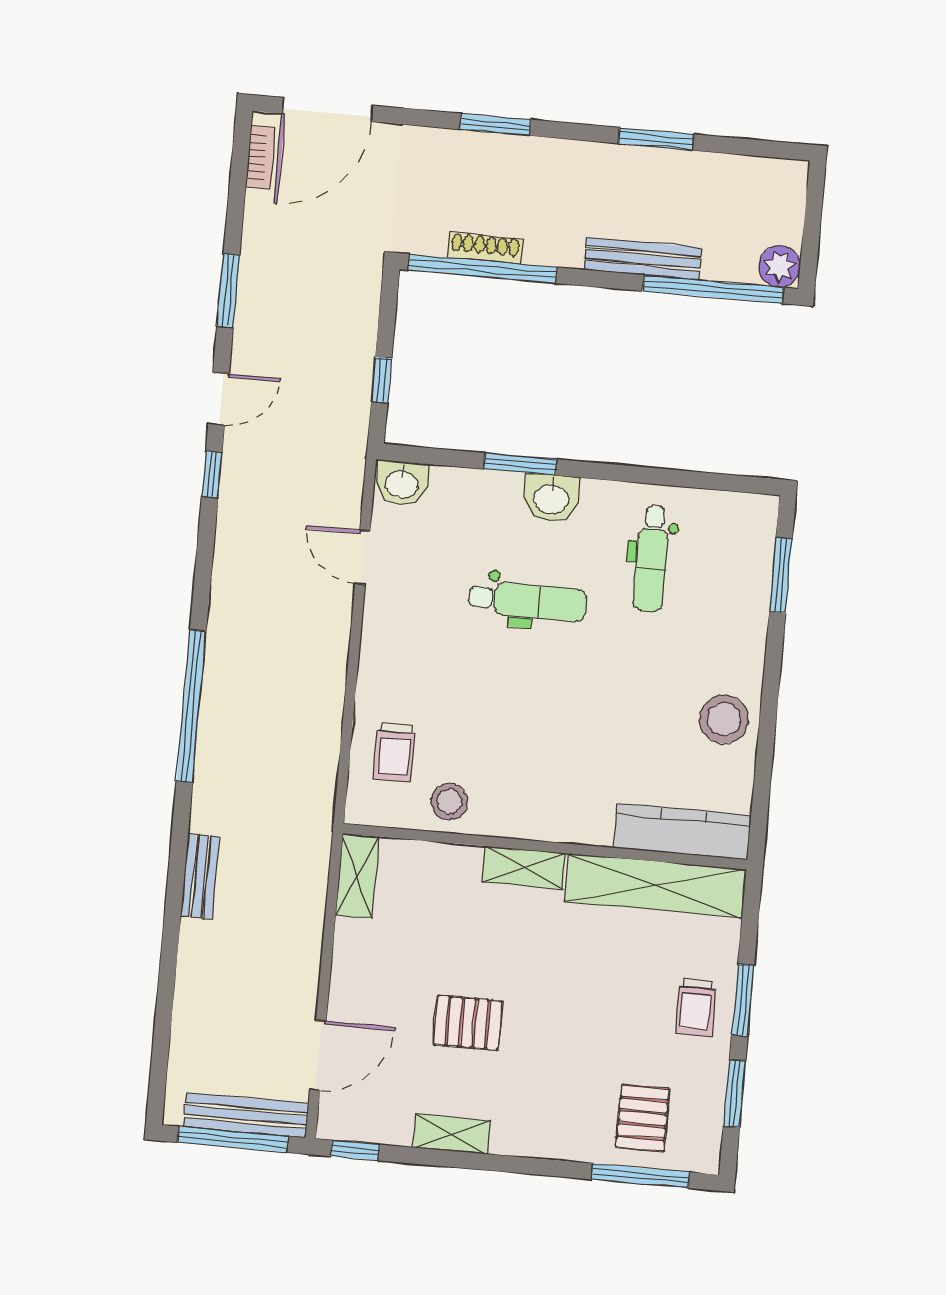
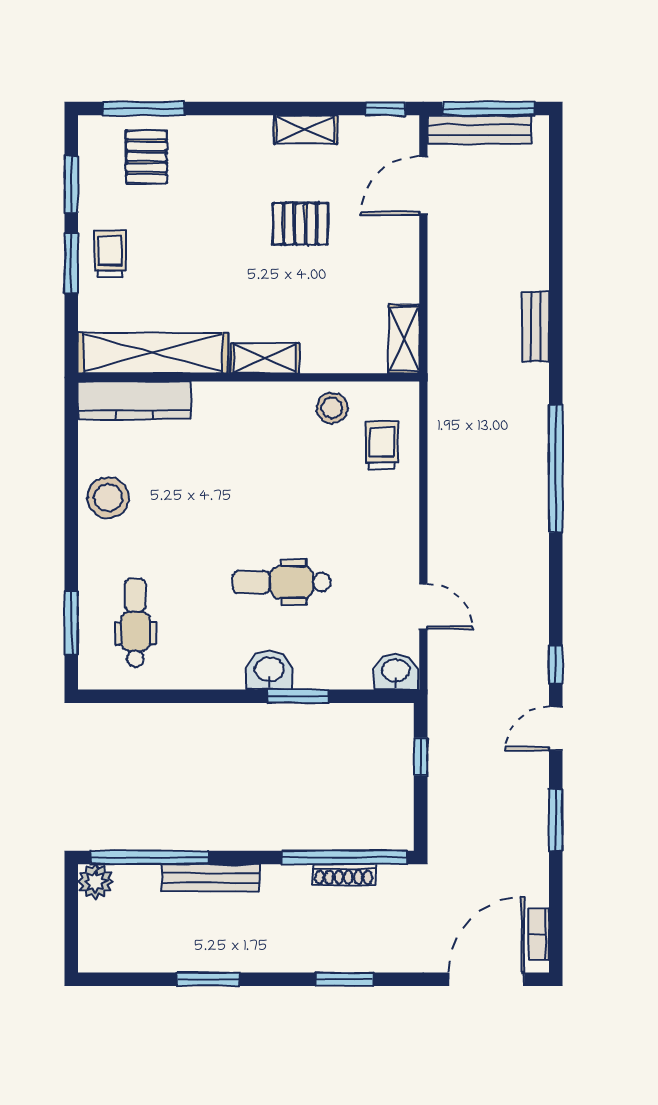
dental chair: (651, 559) -> (135, 622), moved

